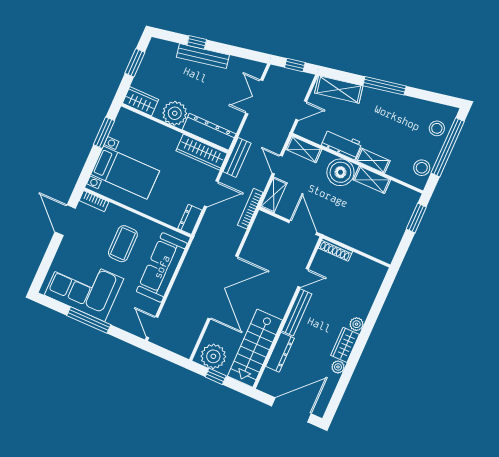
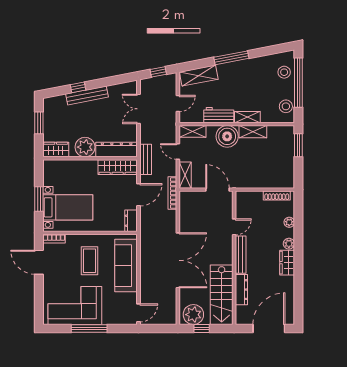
window: (104, 133) -> (39, 199), moved
shoe rack: (335, 250) -> (277, 195), moved
door: (152, 327) -> (139, 313), swing flipped
plant: (338, 367) -> (289, 222), moved

